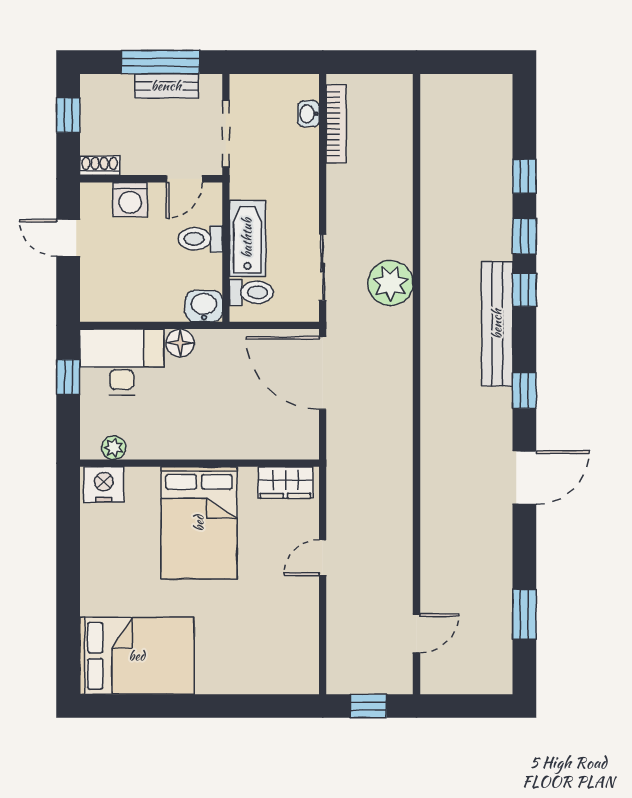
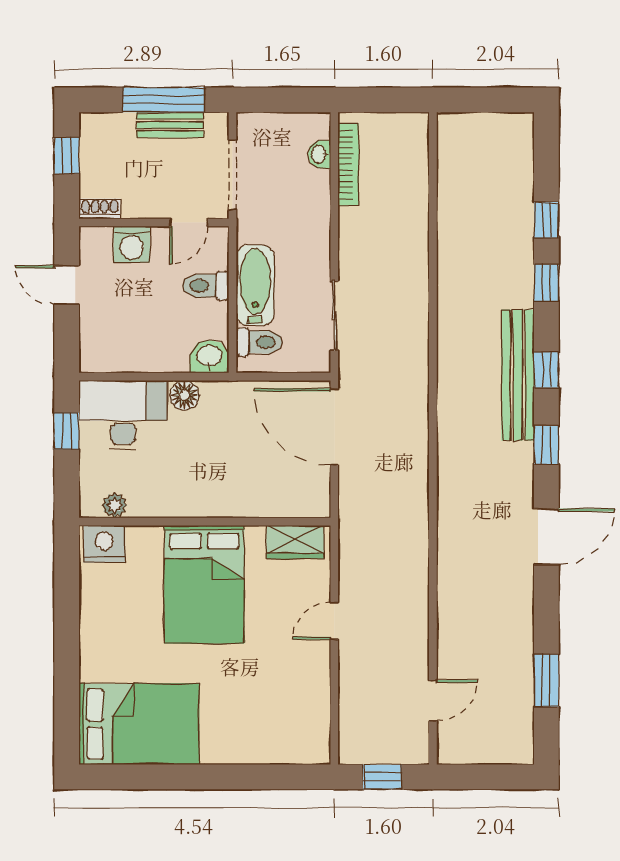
plant: (390, 283) -> (405, 332), removed
window: (524, 290) -> (546, 370), moved

